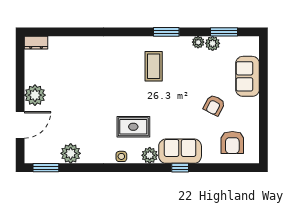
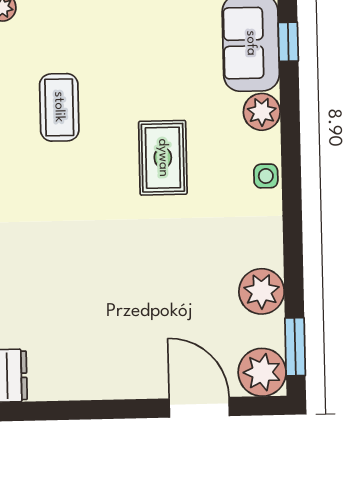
coffee table: (154, 66) -> (59, 107), turned 90
plant: (35, 95) -> (262, 372), moved
rug: (133, 127) -> (163, 158), moved

